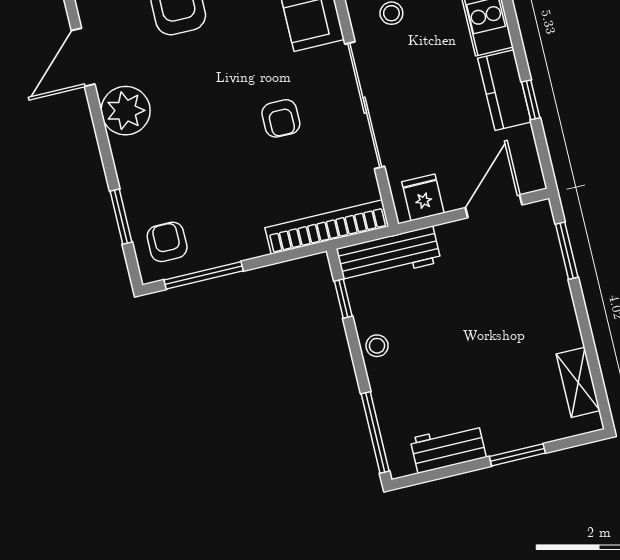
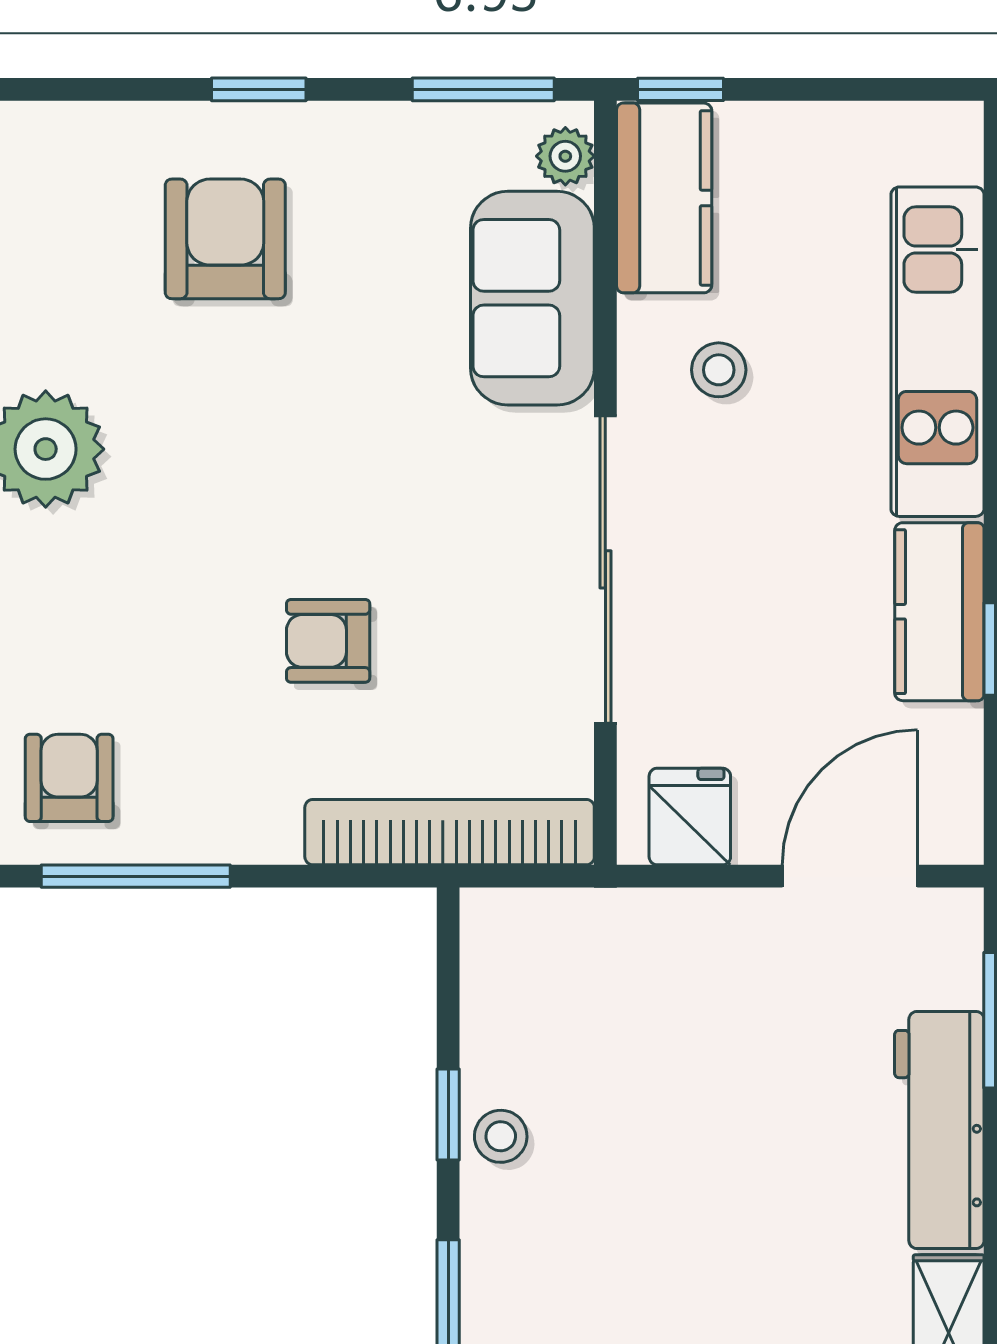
armchair: (281, 118) -> (328, 641), moved, turned 90
workbench: (389, 255) -> (939, 1130), moved, turned 90
window: (343, 299) -> (448, 1115), moved

